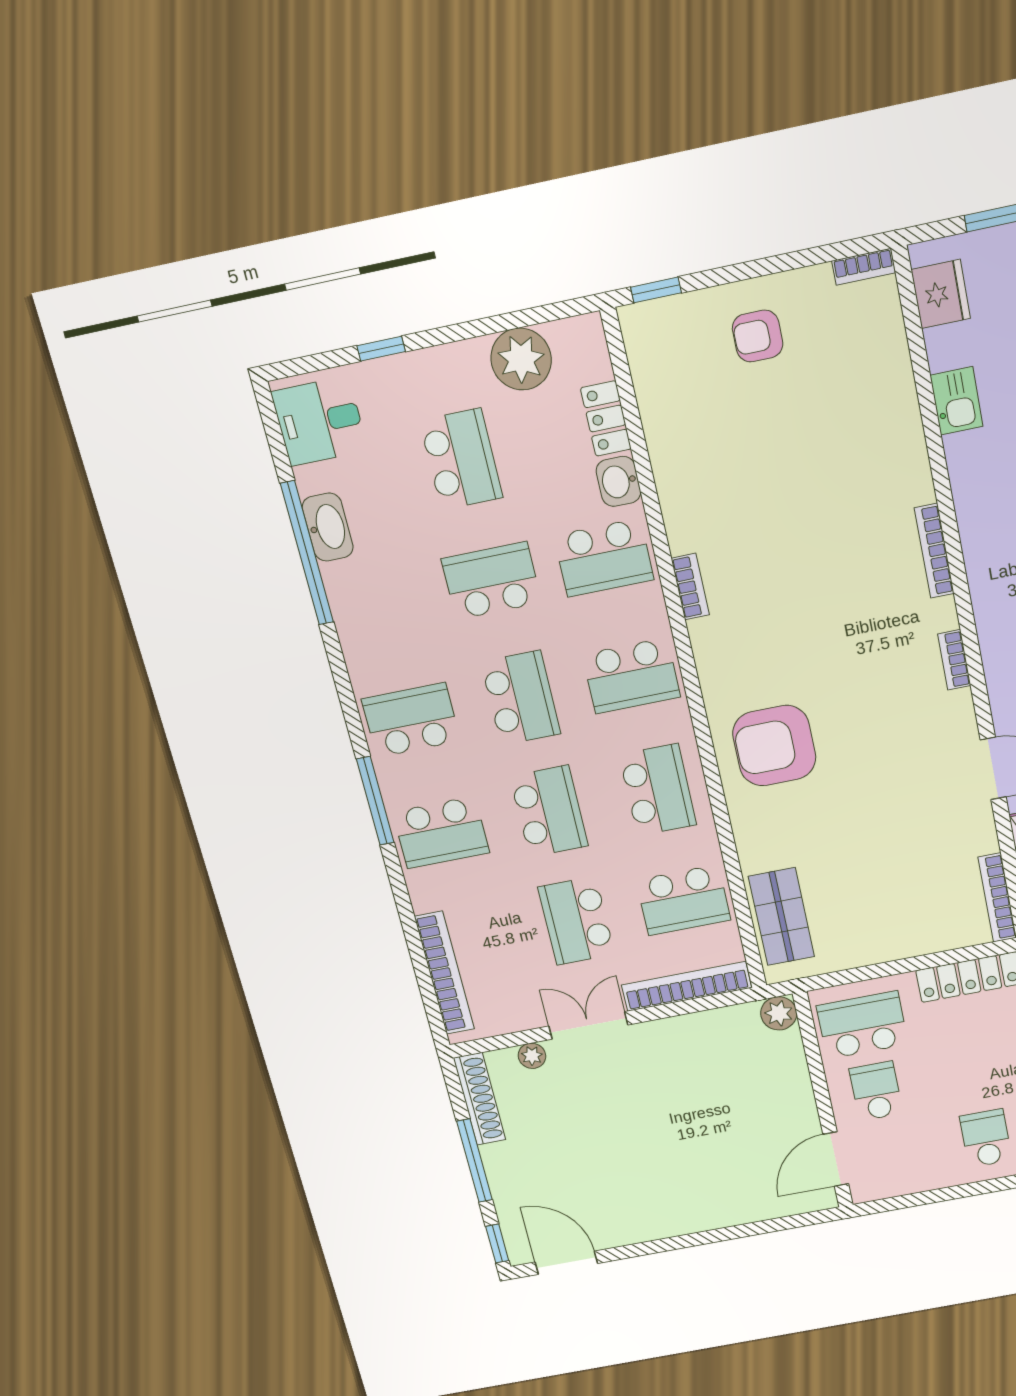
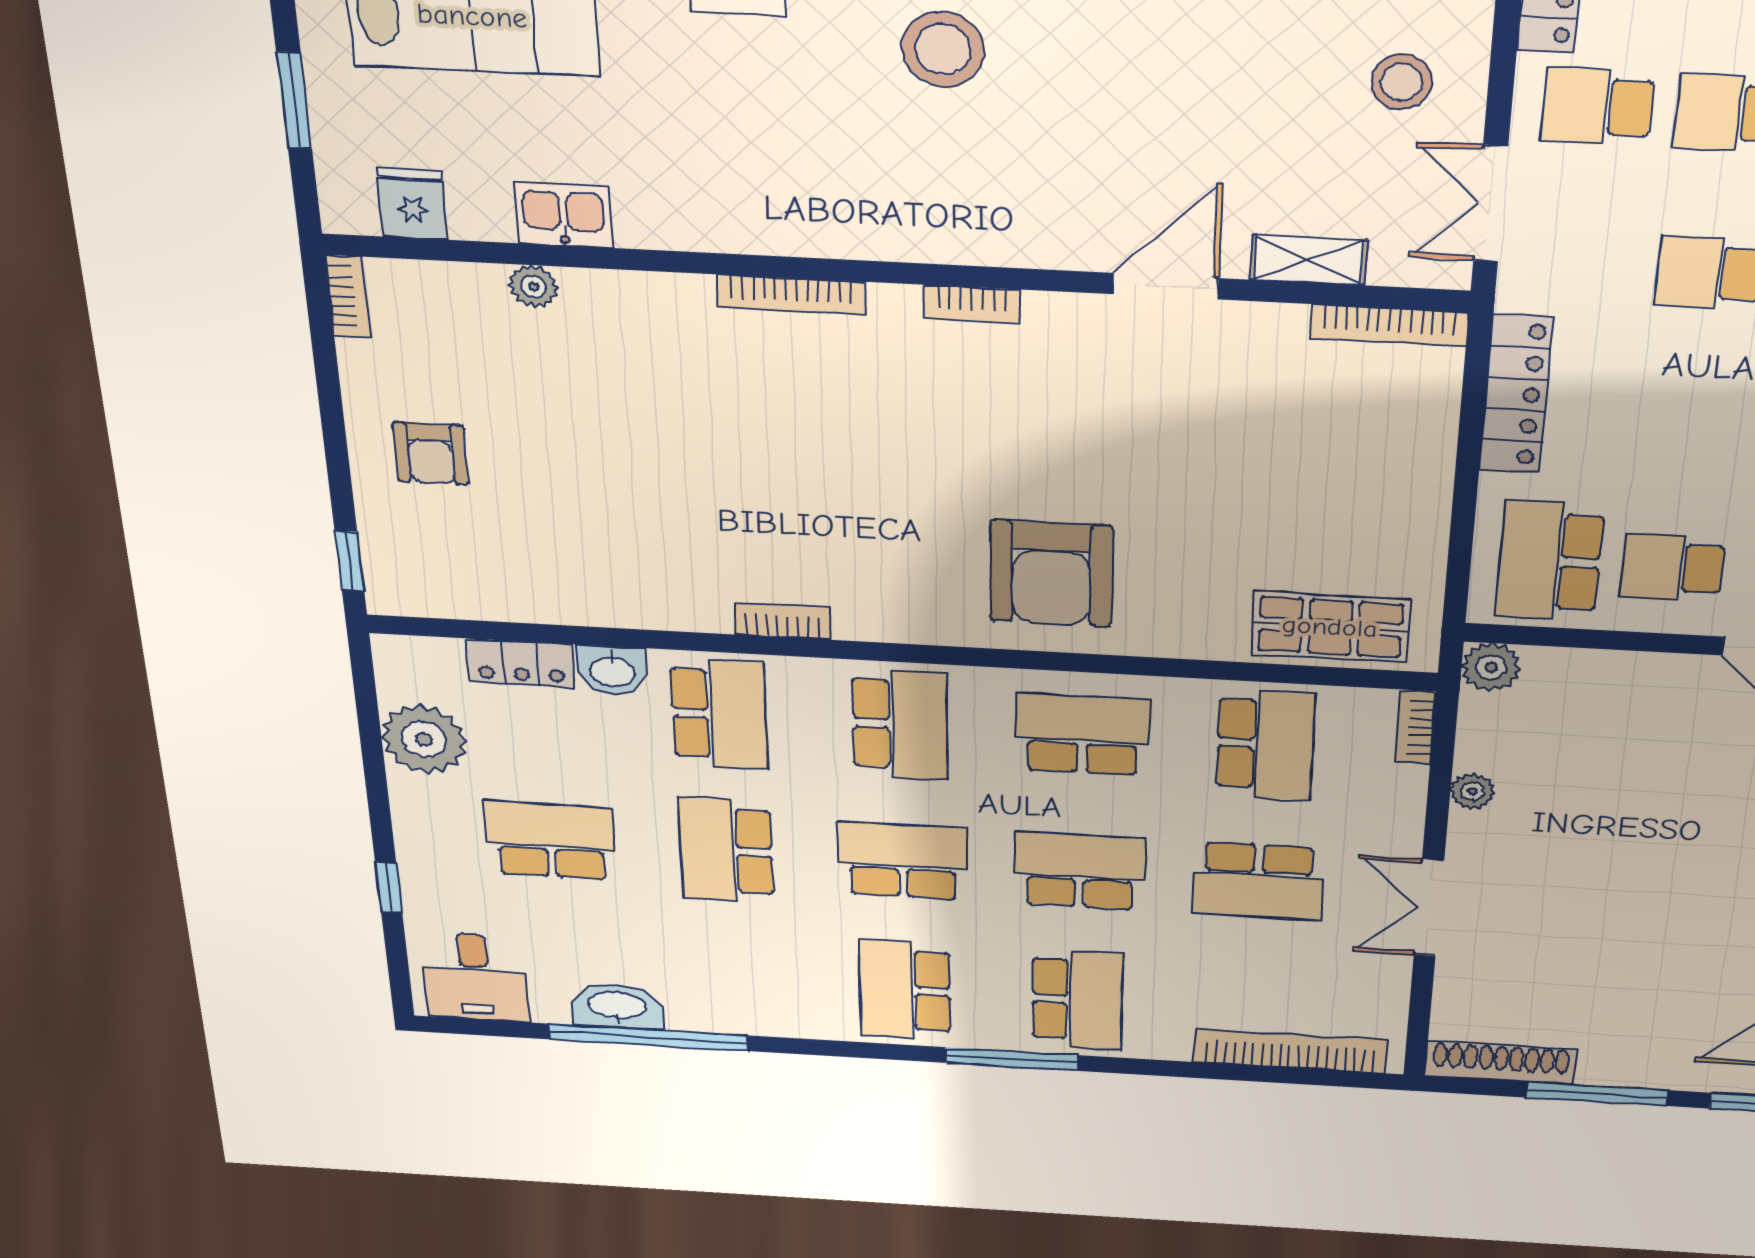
fridge: (941, 294) -> (412, 204), width x0.72
plant: (901, 388) -> (533, 286), added
bookcase: (686, 986) -> (1415, 728), width x0.43, depth x0.76
plant: (532, 1056) -> (1472, 791), moved

